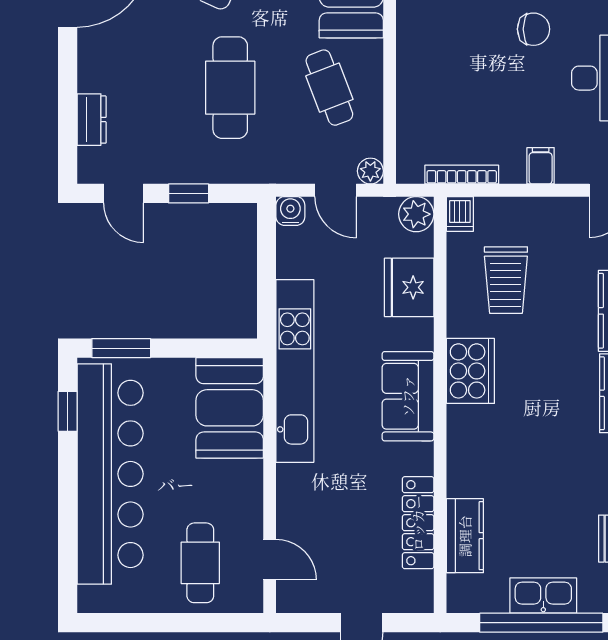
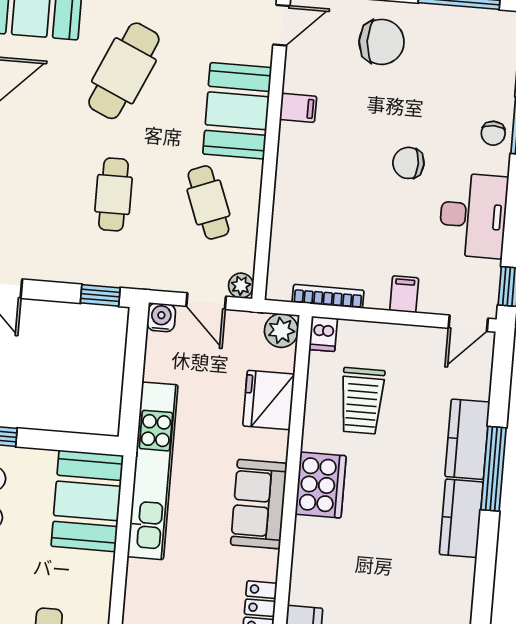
chair: (533, 29) -> (408, 163), turned 180
cafe table: (230, 88) -> (114, 194), width x0.73, depth x0.74
window: (189, 193) -> (100, 295), moved

